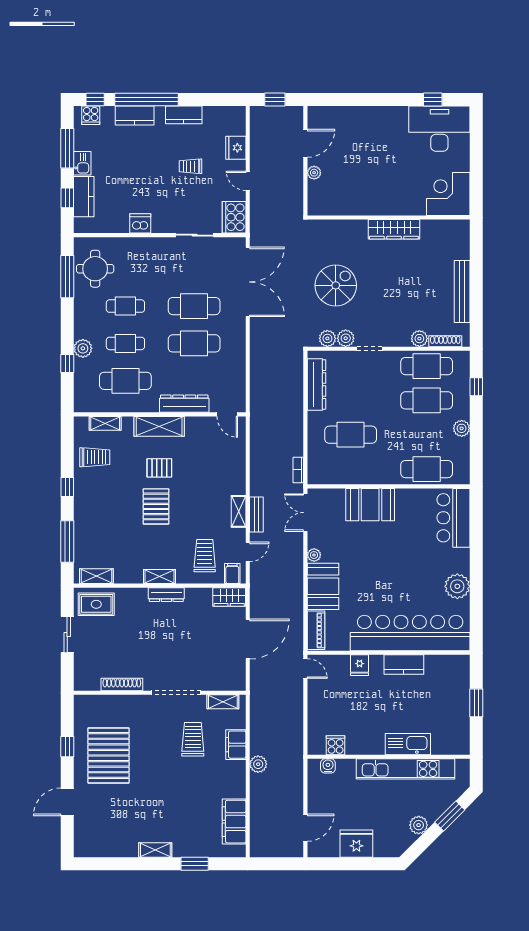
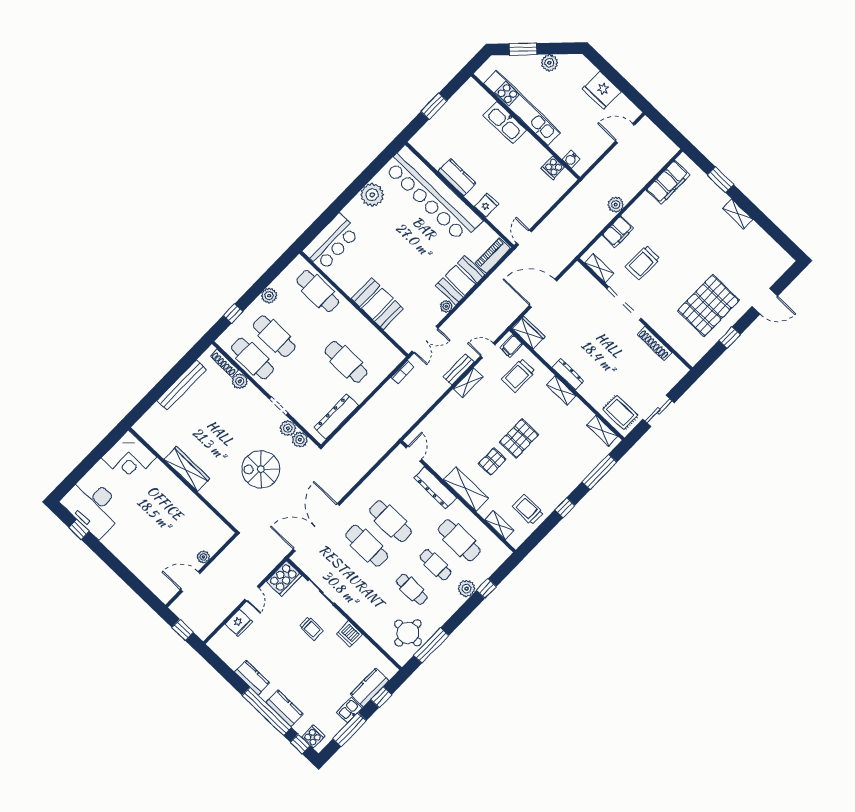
trolley: (190, 166) -> (311, 628), moved
pallet: (159, 468) -> (492, 462), turned 90

